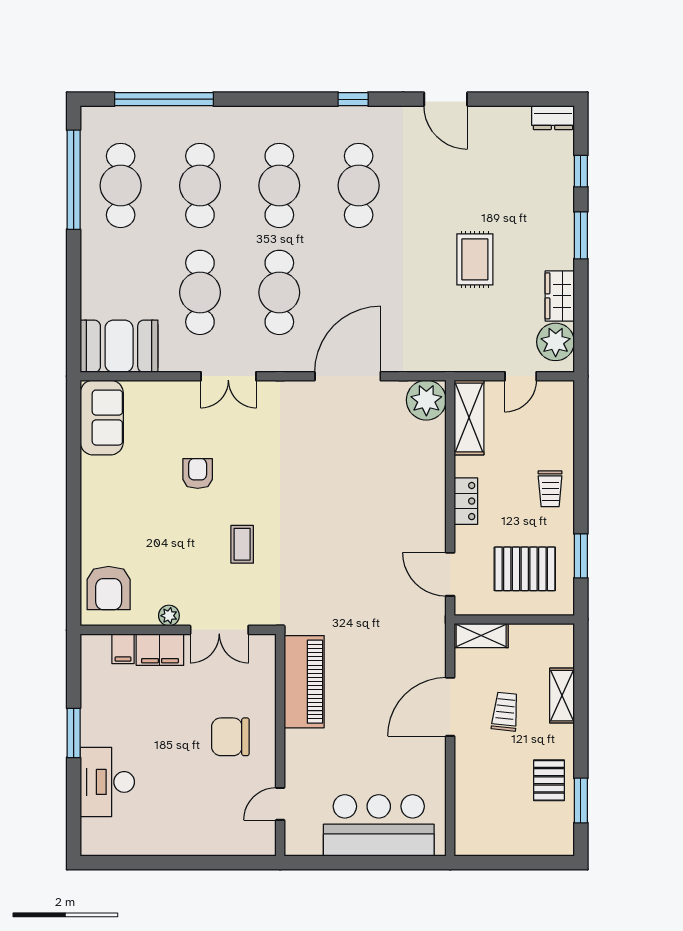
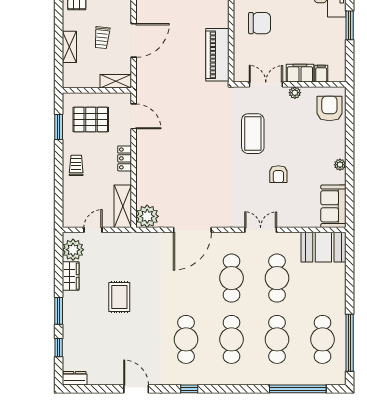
plant: (90, 490) -> (340, 165), added
coffee table: (242, 544) -> (253, 134), width x1.86, depth x1.72

